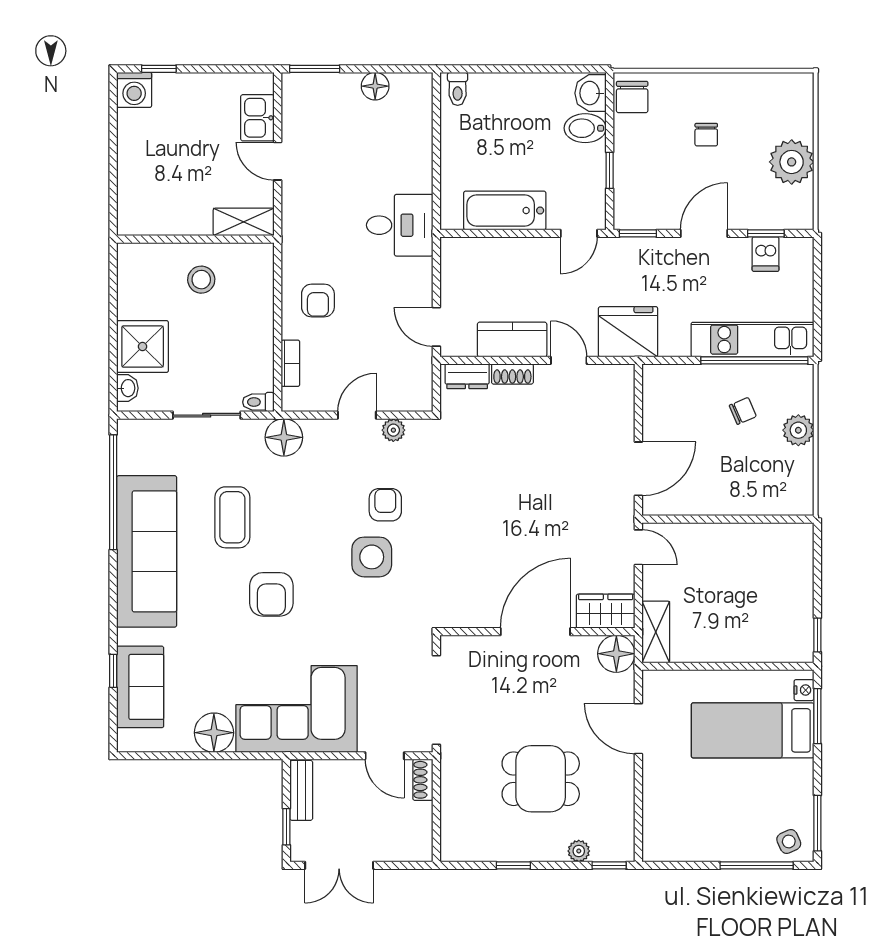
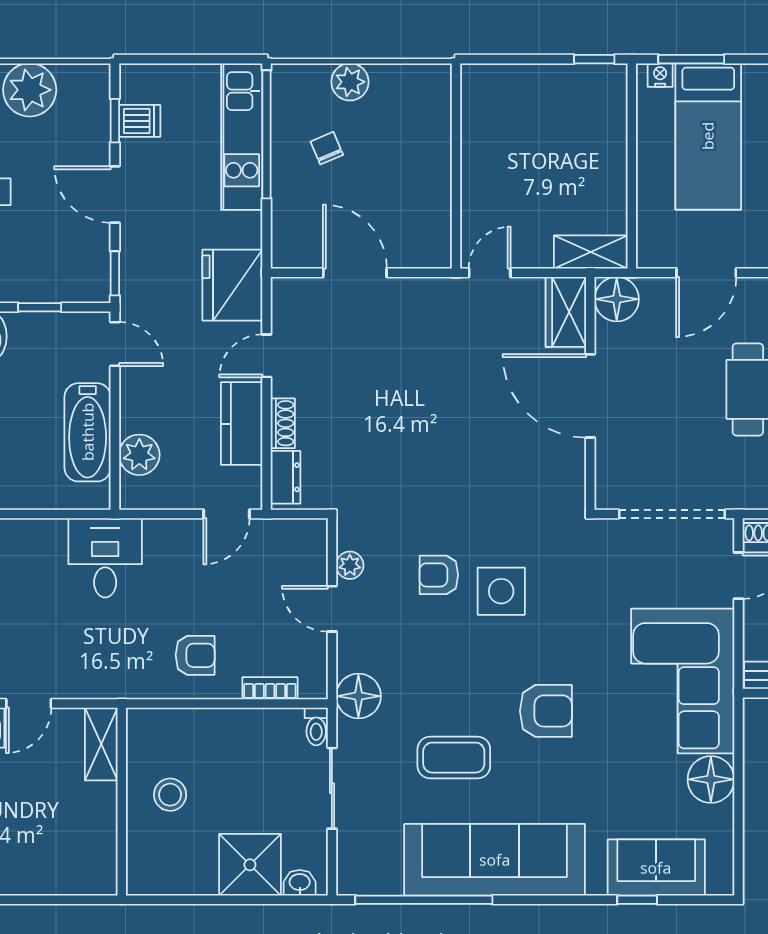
plant: (486, 254) -> (139, 455), added
door: (638, 469) -> (355, 273), moved

